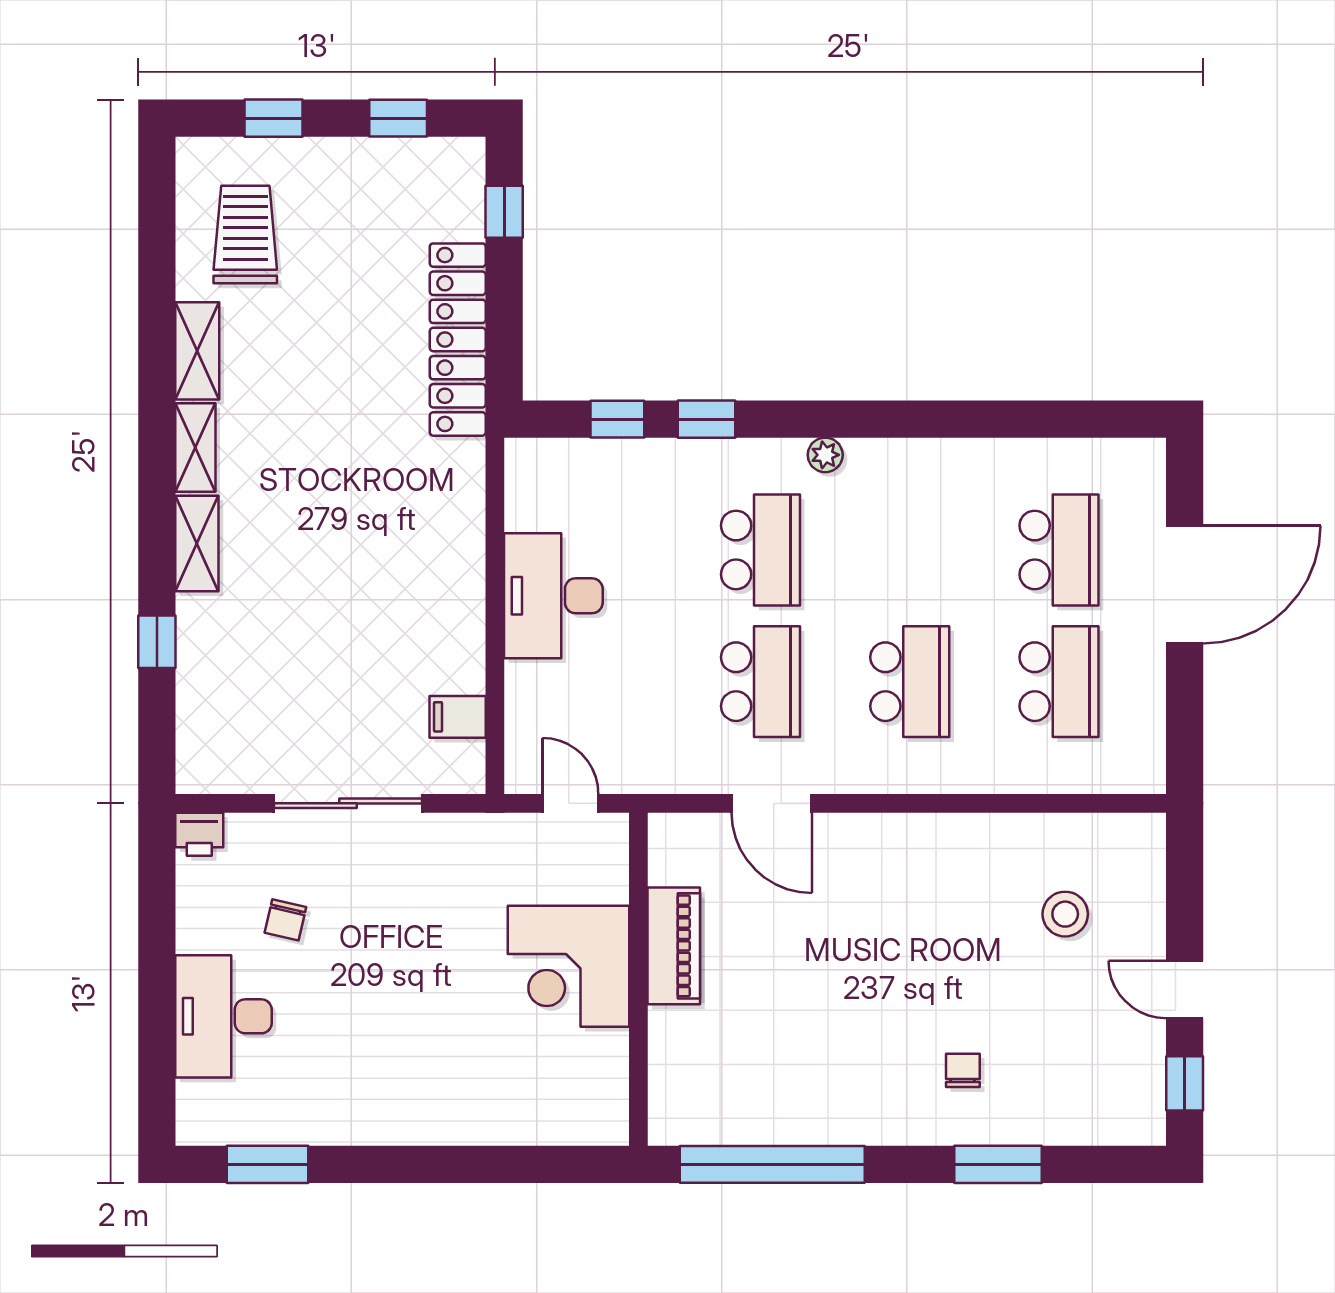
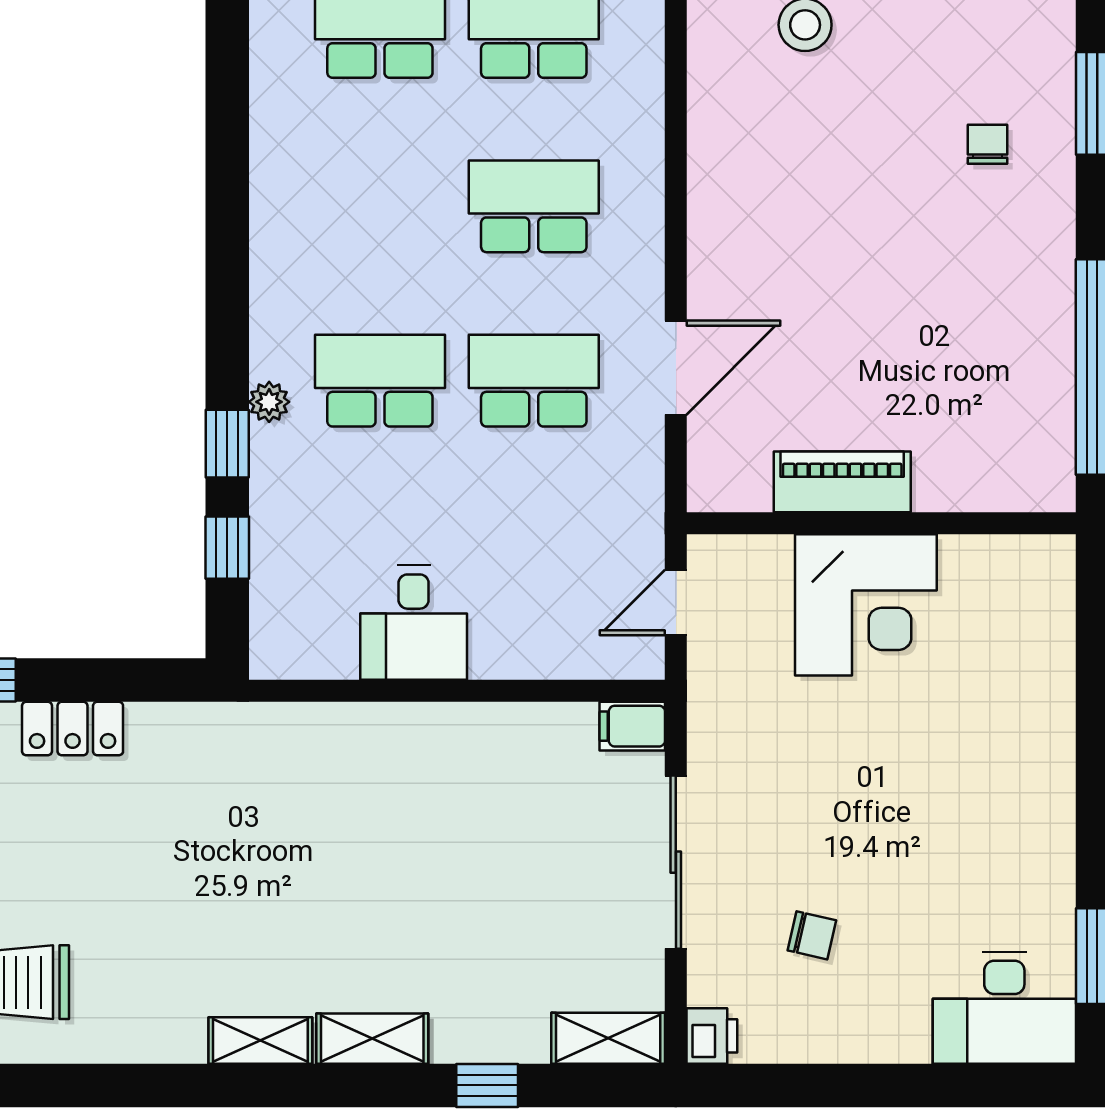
locker: (458, 340) -> (73, 729), width x0.46, depth x0.83
shelving: (197, 351) -> (608, 1038), moved
plant: (825, 455) -> (269, 402), moved
desk: (553, 596) -> (414, 623), width x0.73
filing cabinet: (458, 717) -> (632, 726), moved, turned 90
desk: (223, 1016) -> (1004, 1008), moved
chair: (963, 1070) -> (988, 144), turned 90

